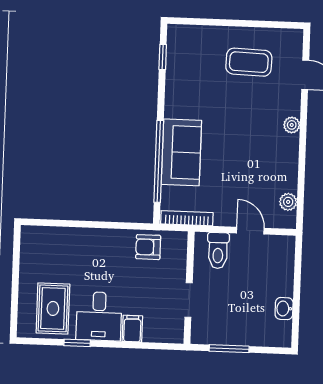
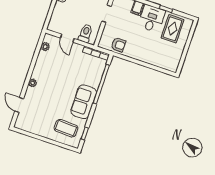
coffee table: (249, 62) -> (66, 128), moved
sofa: (181, 152) -> (84, 102), moved

